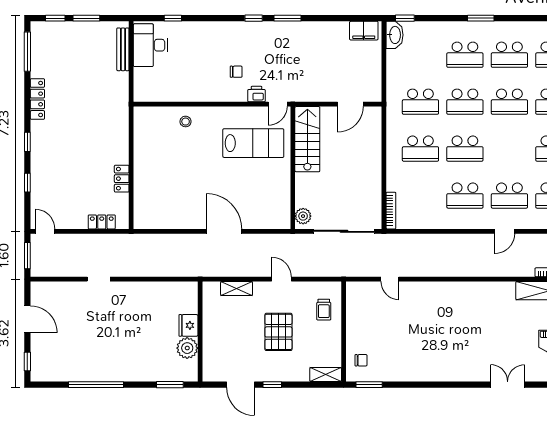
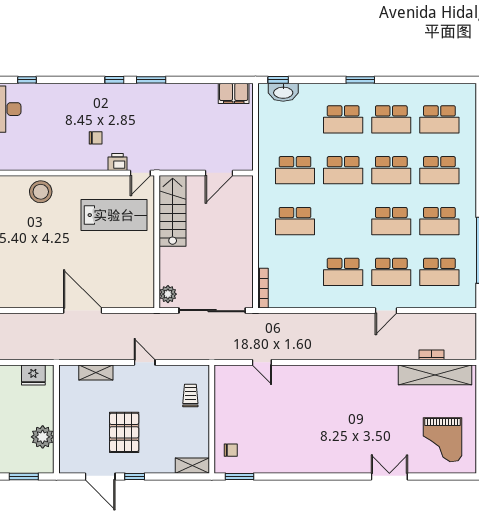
washbasin: (395, 35) -> (283, 92), moved, turned 90
stool: (186, 122) -> (41, 192), width x1.89, depth x1.89
school desk: (465, 149) -> (391, 221), moved
trolley: (324, 310) -> (190, 395), turned 180
fridge: (188, 325) -> (33, 375), moved, turned -90
pallet: (278, 332) -> (124, 432), moved

